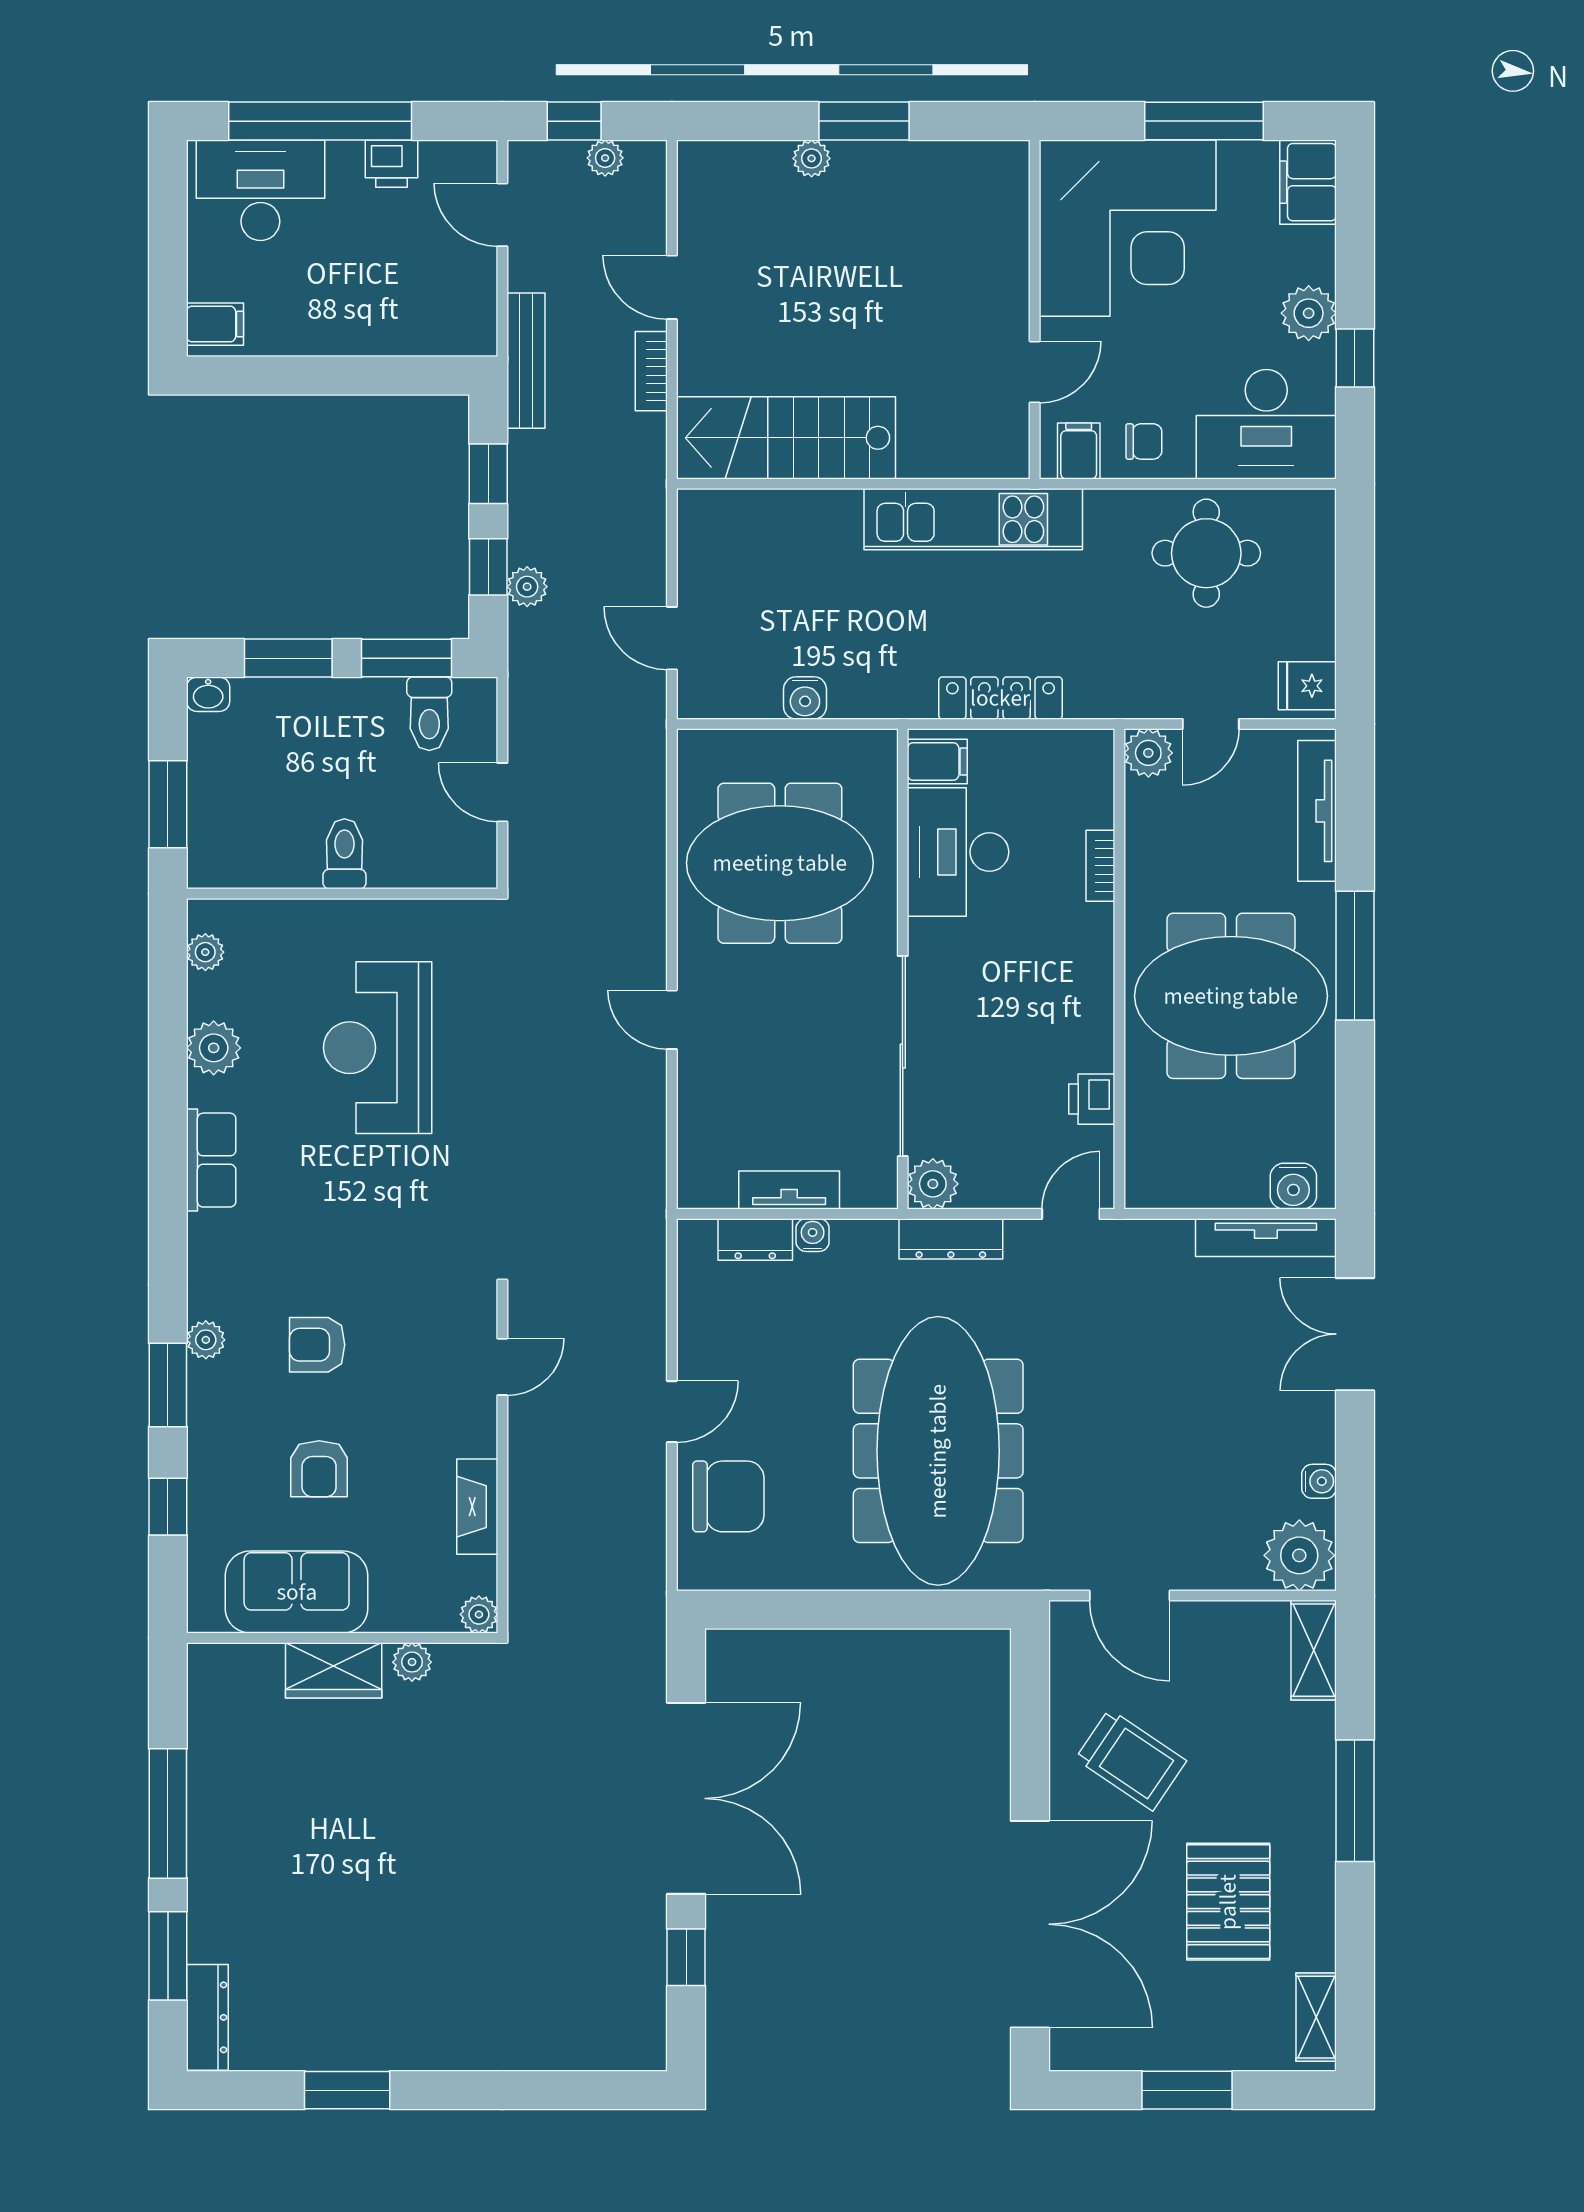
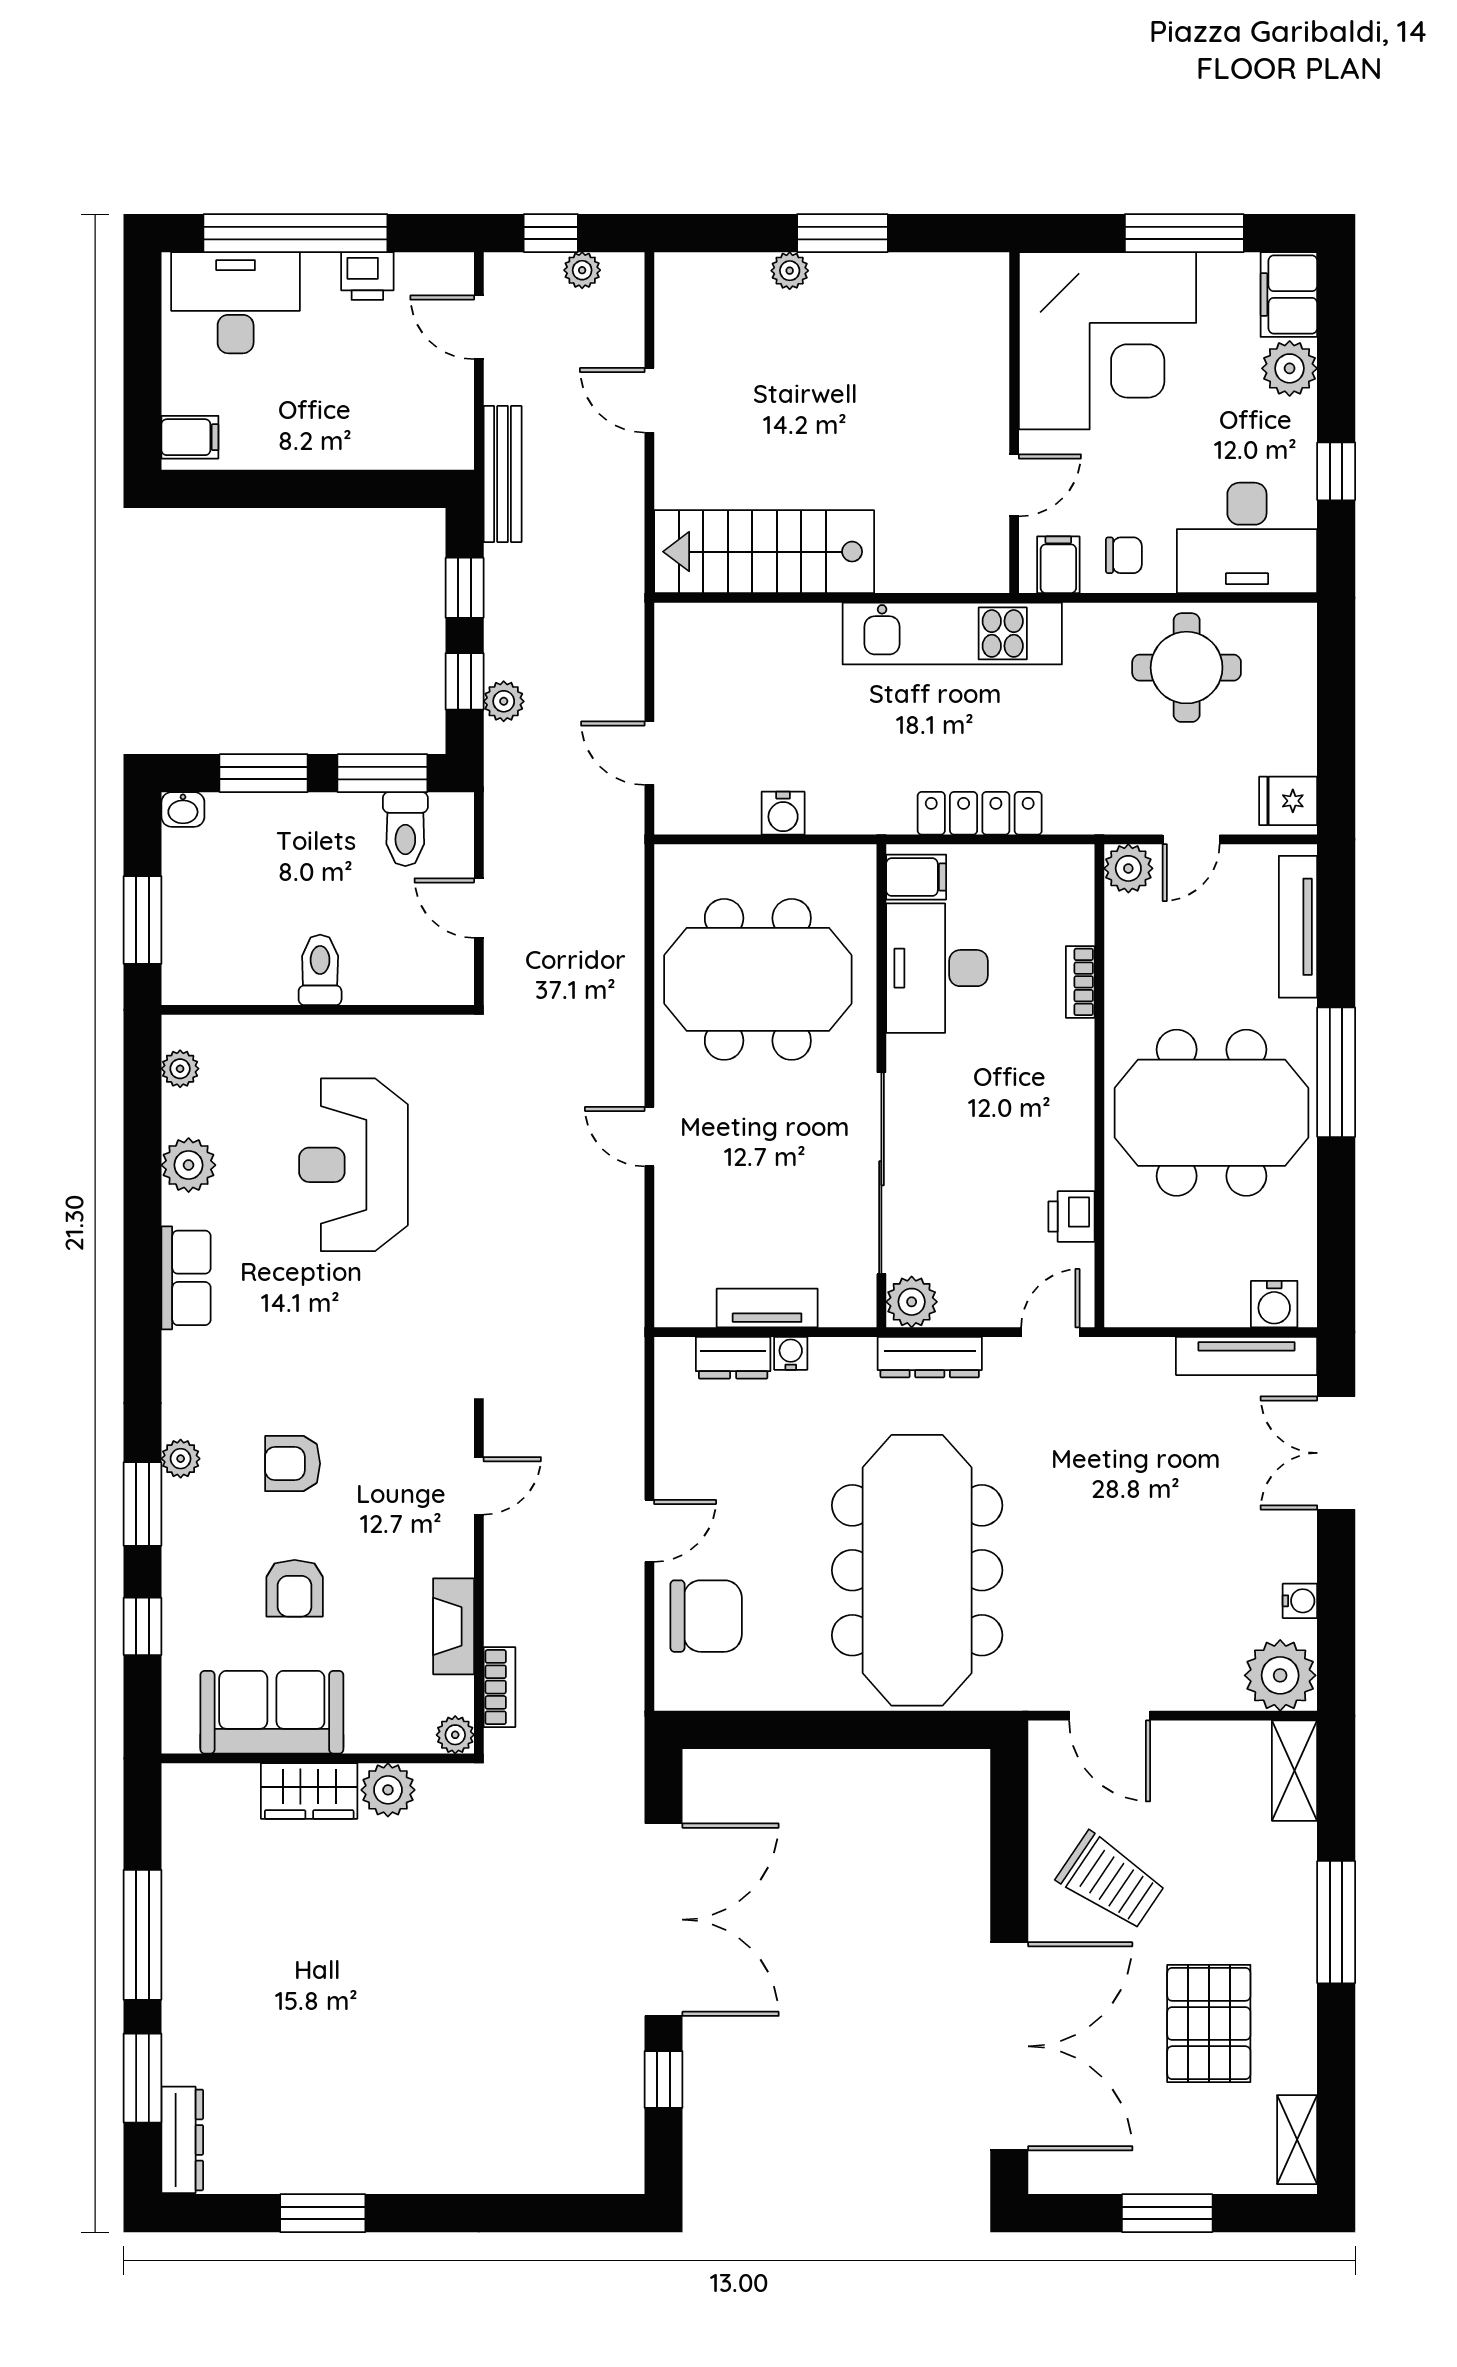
plant: (1309, 313) -> (1290, 368), moved
bookcase: (651, 371) -> (499, 1687), moved, turned 180
plant: (412, 1662) -> (388, 1790), width x1.38, depth x1.38

